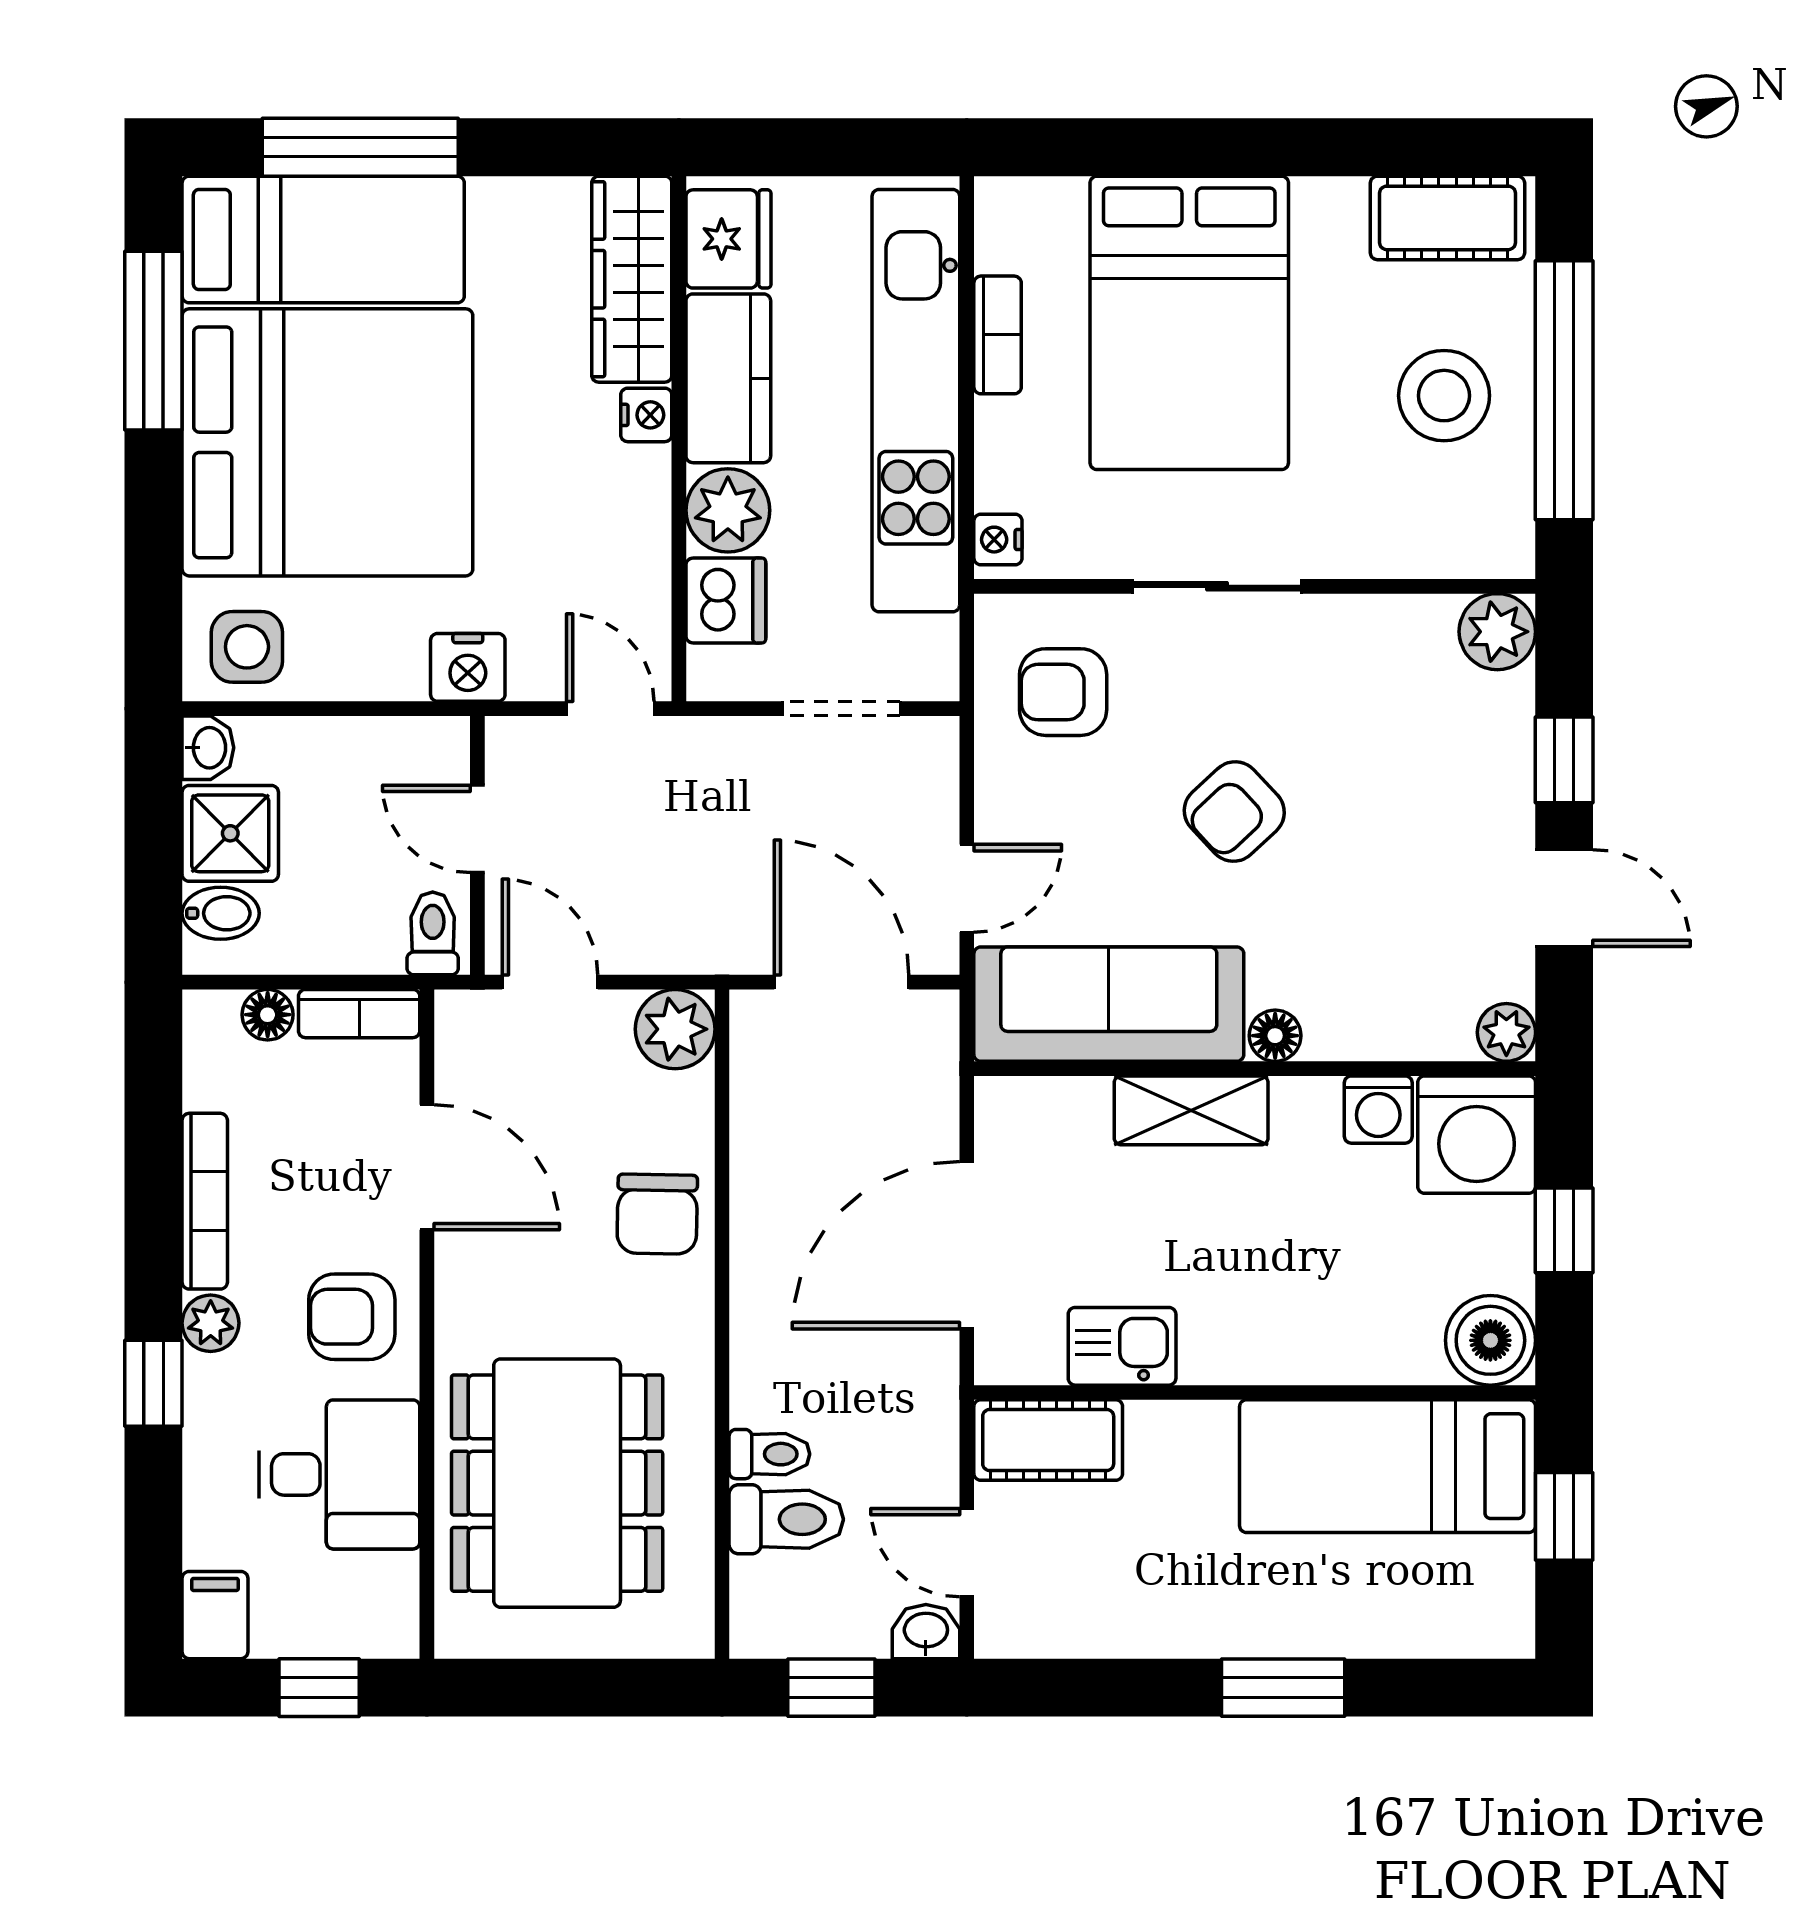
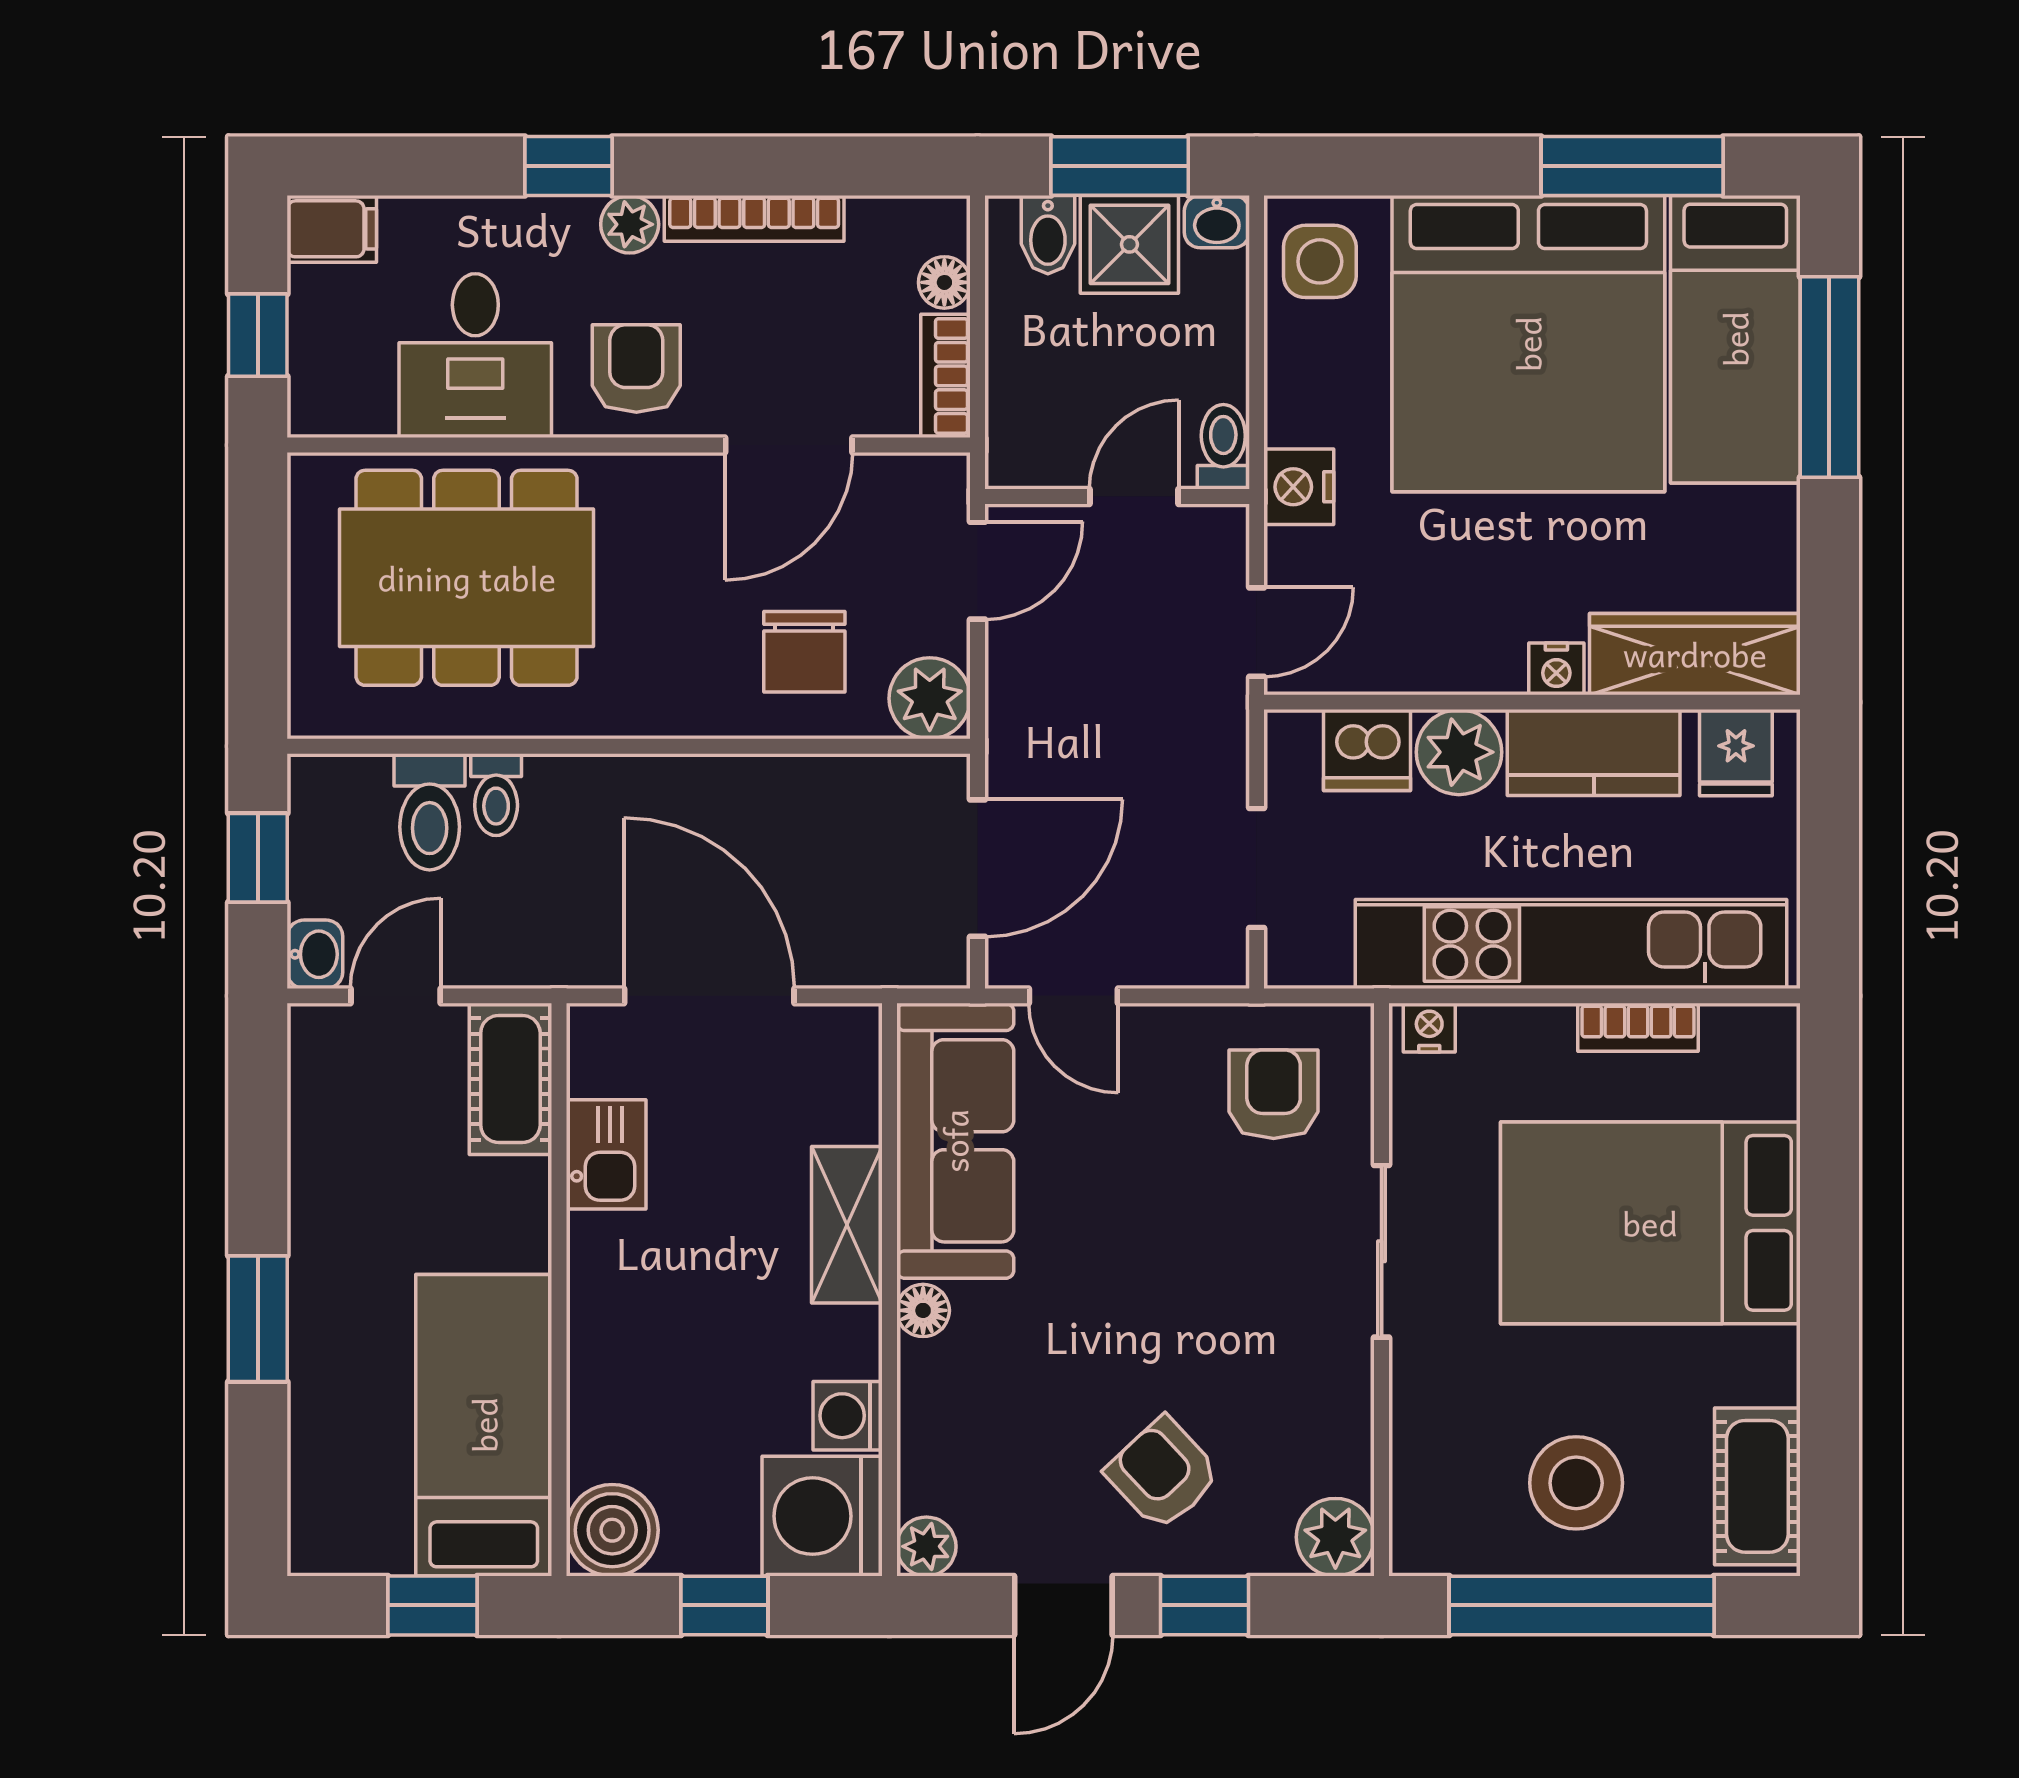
fridge: (728, 239) -> (1736, 753), width x0.72
armchair: (1234, 812) -> (1163, 1474), moved
window: (153, 843) -> (1120, 166), added
toilet: (433, 933) -> (1223, 447), moved, turned -90
chair: (657, 1214) -> (804, 652), moved, turned -91

